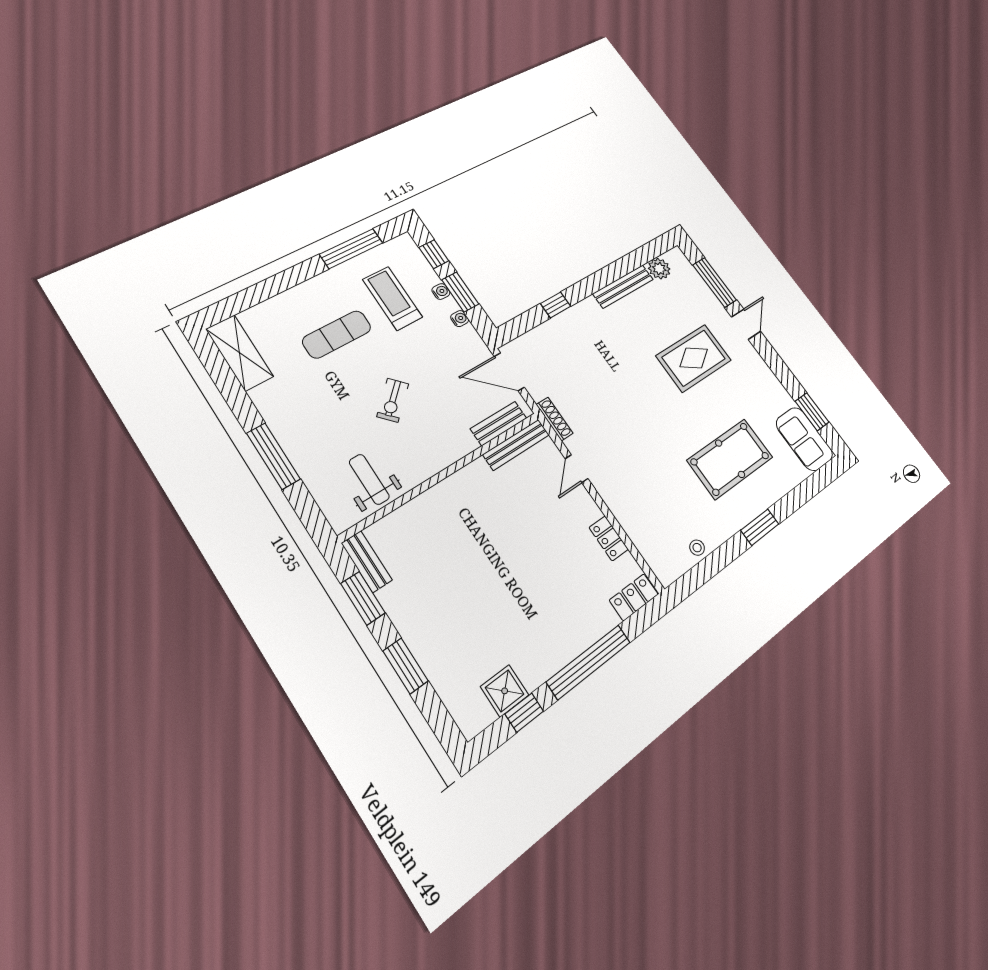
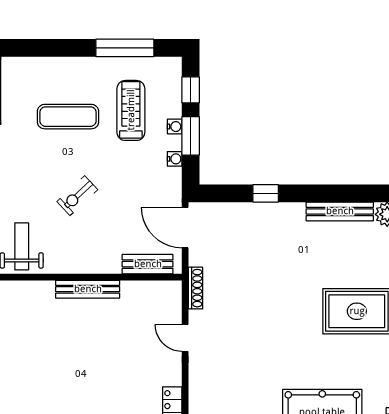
bench: (516, 445) -> (88, 289), moved
door: (577, 469) -> (185, 338), hinge flipped

